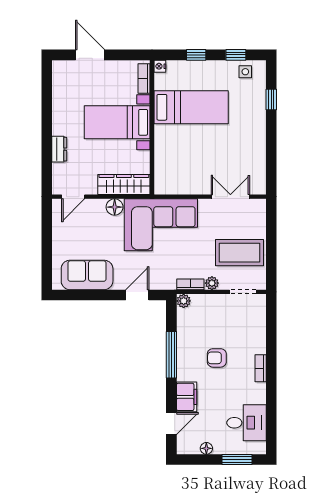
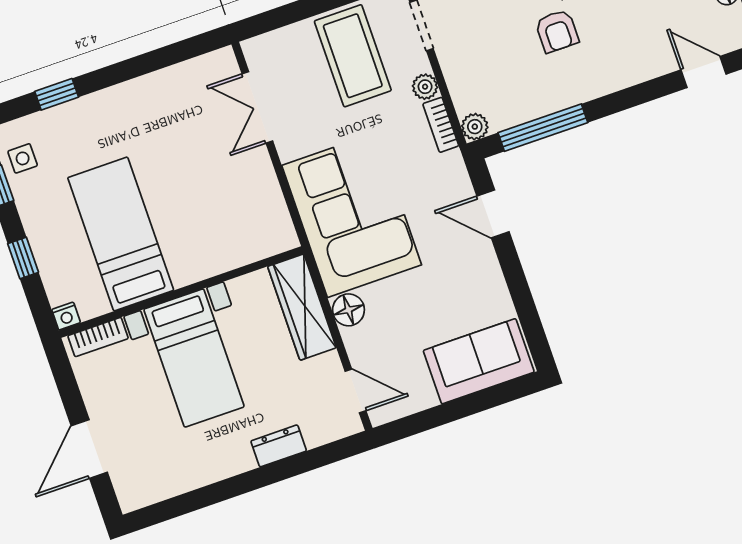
sofa: (87, 275) -> (479, 361), moved, turned 90
window: (171, 355) -> (543, 128), moved
filing cabinet: (187, 397) -> (646, 61), removed

